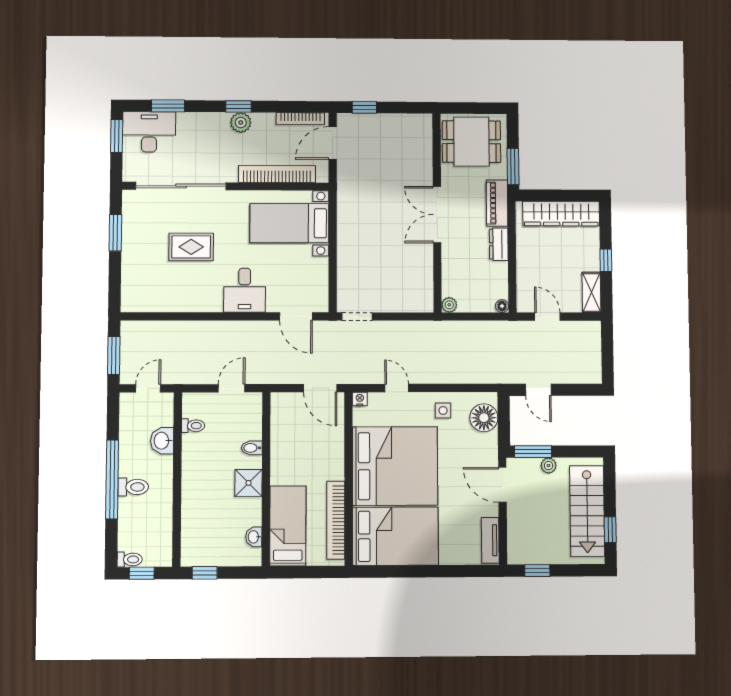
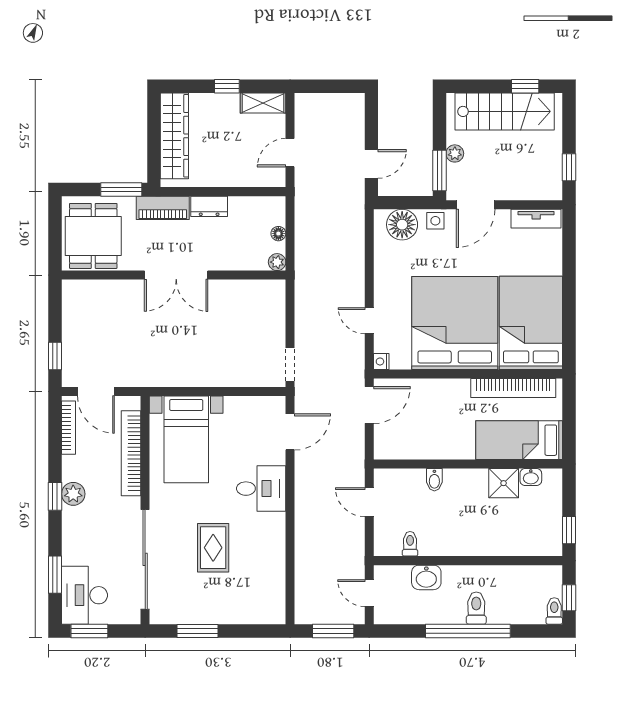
floor lamp: (502, 306) -> (278, 234), moved
door: (397, 388) -> (369, 321), hinge flipped
side table: (443, 411) -> (435, 221), moved
shower: (248, 483) -> (504, 483), moved

